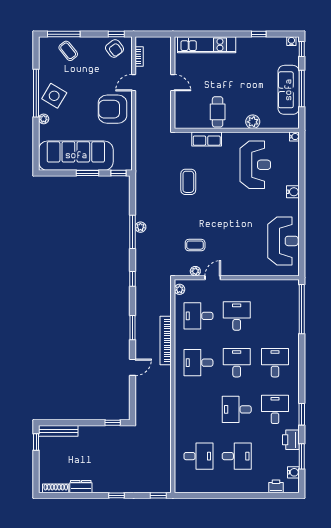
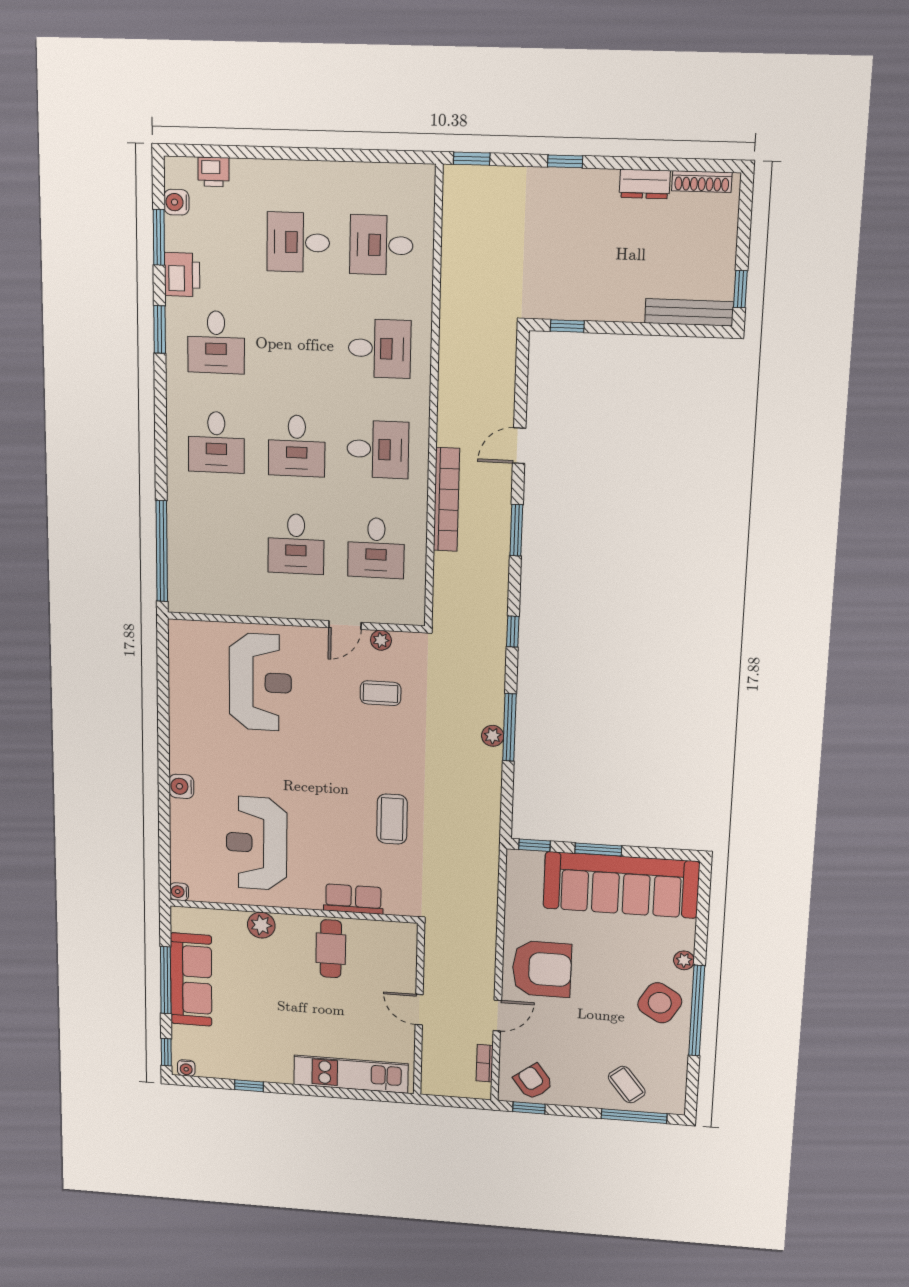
reception desk: (283, 241) -> (260, 682), moved, turned 180
plant: (180, 289) -> (415, 605), removed
desk: (198, 316) -> (376, 548), turned 90
desk: (237, 409) -> (380, 348), moved

